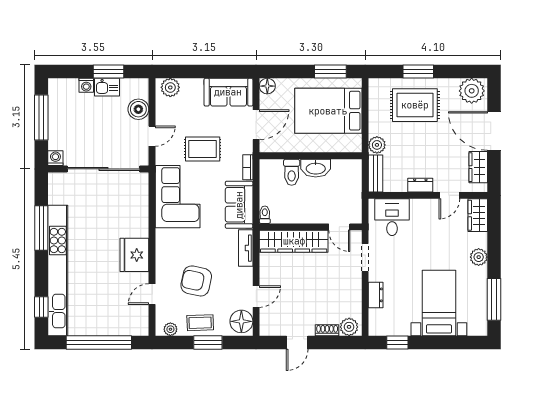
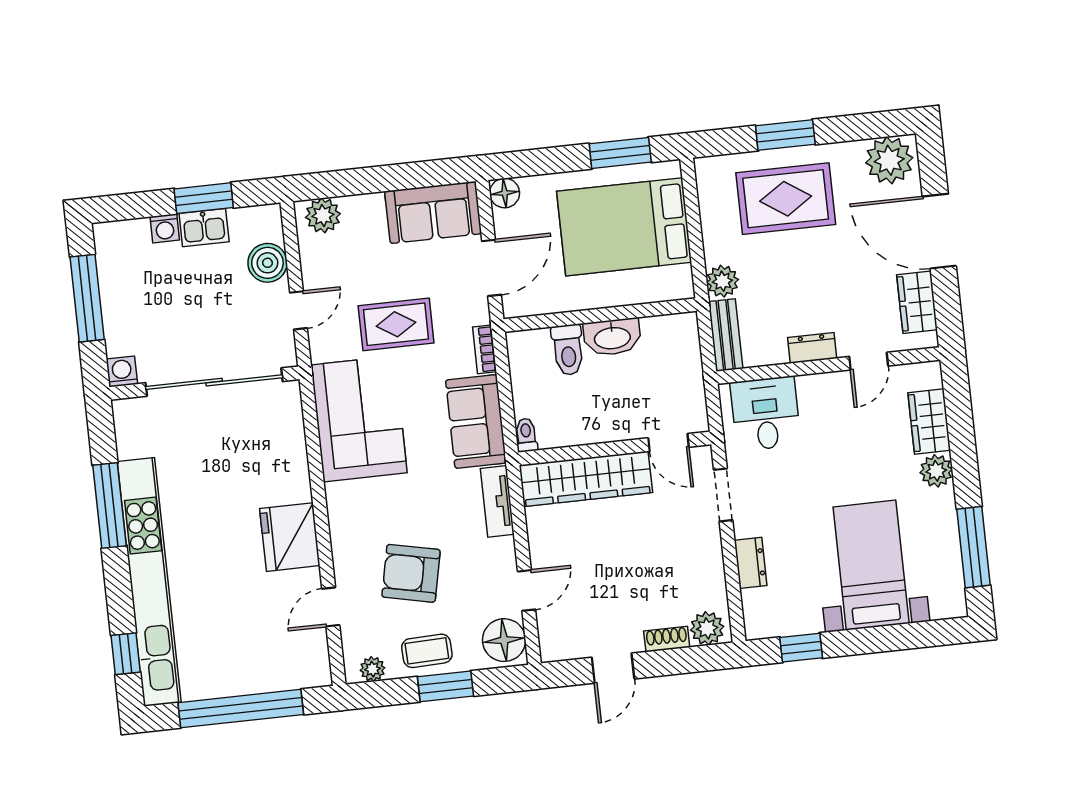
wardrobe: (478, 215) -> (929, 421), moved

